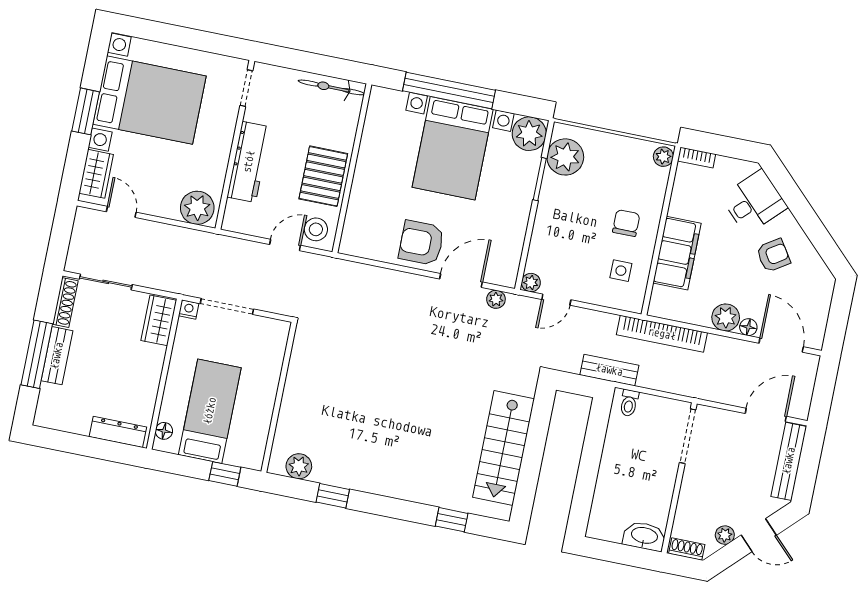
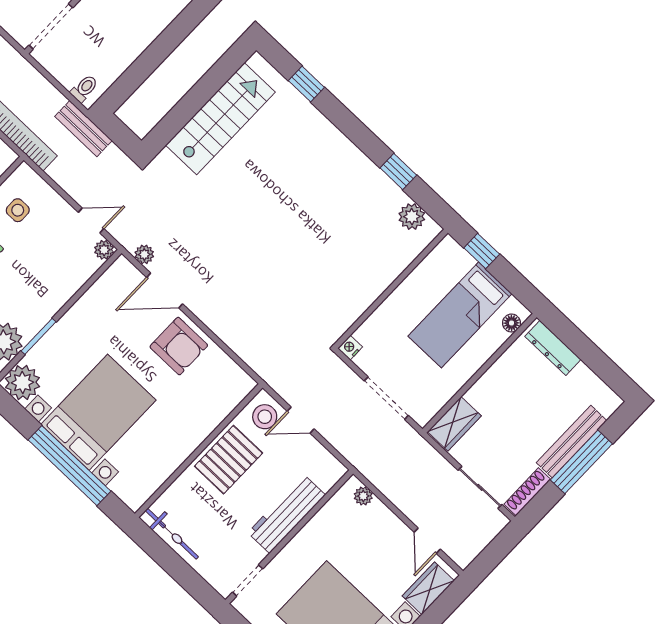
plant: (197, 208) -> (363, 496), width x0.53, depth x0.53
nightstand: (189, 309) -> (350, 348), moved, turned 90
bench: (57, 356) -> (572, 442), width x1.36

